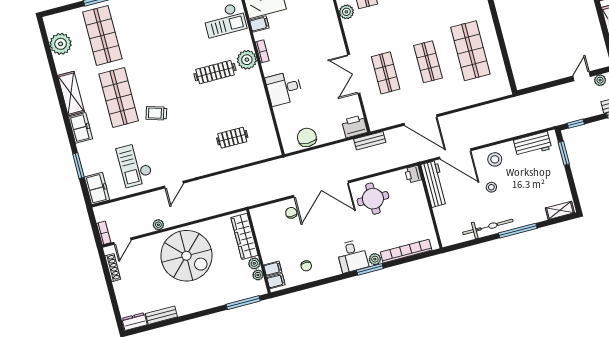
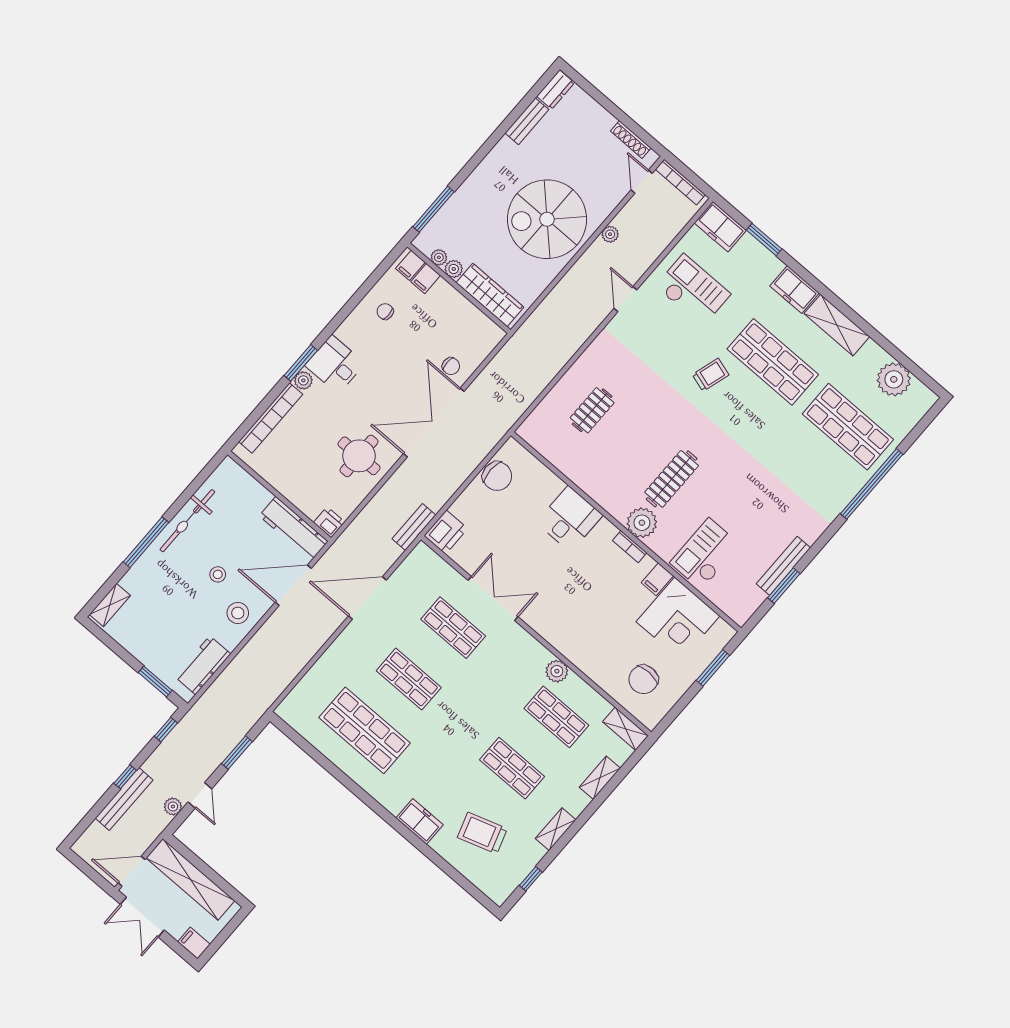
window: (546, 86) -> (237, 753), added
bookcase: (104, 233) -> (680, 182), width x1.56

